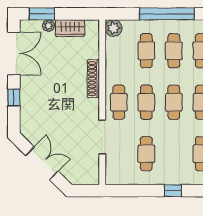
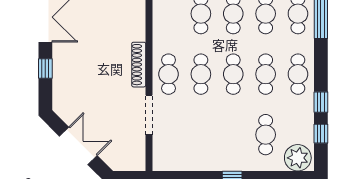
shoe rack: (93, 79) -> (139, 65), moved
cafe table: (146, 154) -> (201, 135), removed

